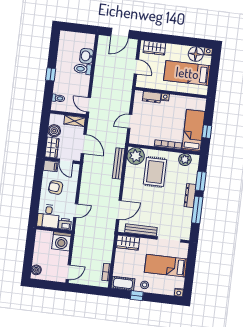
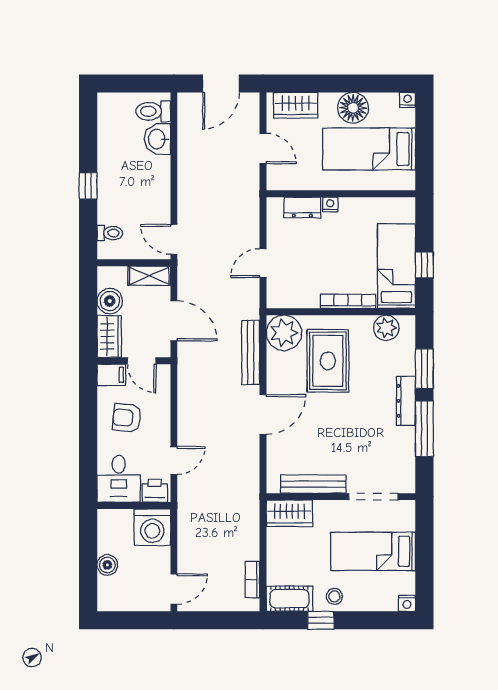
floor lamp: (196, 54) -> (353, 108), moved
toilet: (83, 69) -> (153, 111), moved
door: (119, 210) -> (263, 415), moved
boiler: (36, 270) -> (107, 565), moved

